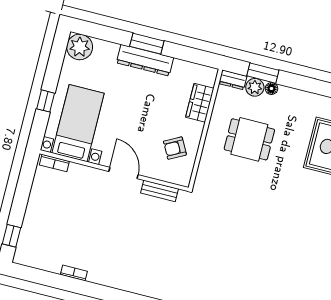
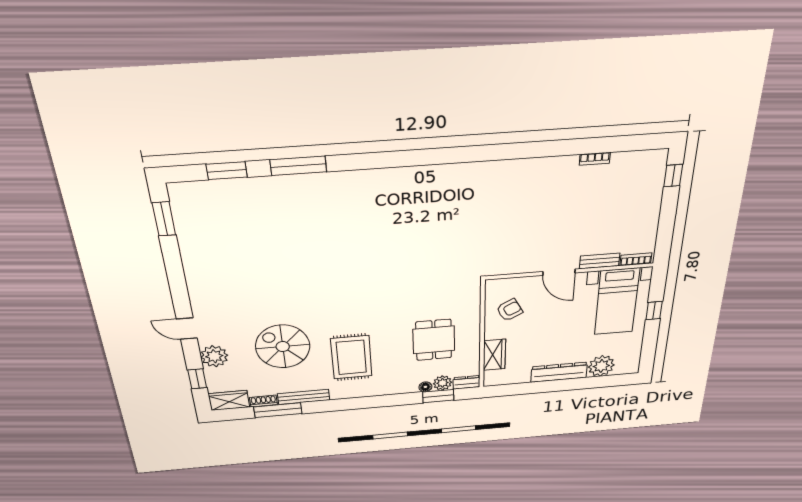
window: (147, 44) -> (560, 385), removed
plant: (80, 47) -> (601, 366), moved
dining table: (249, 139) -> (434, 340), turned 90
bench: (159, 191) -> (600, 261), moved

